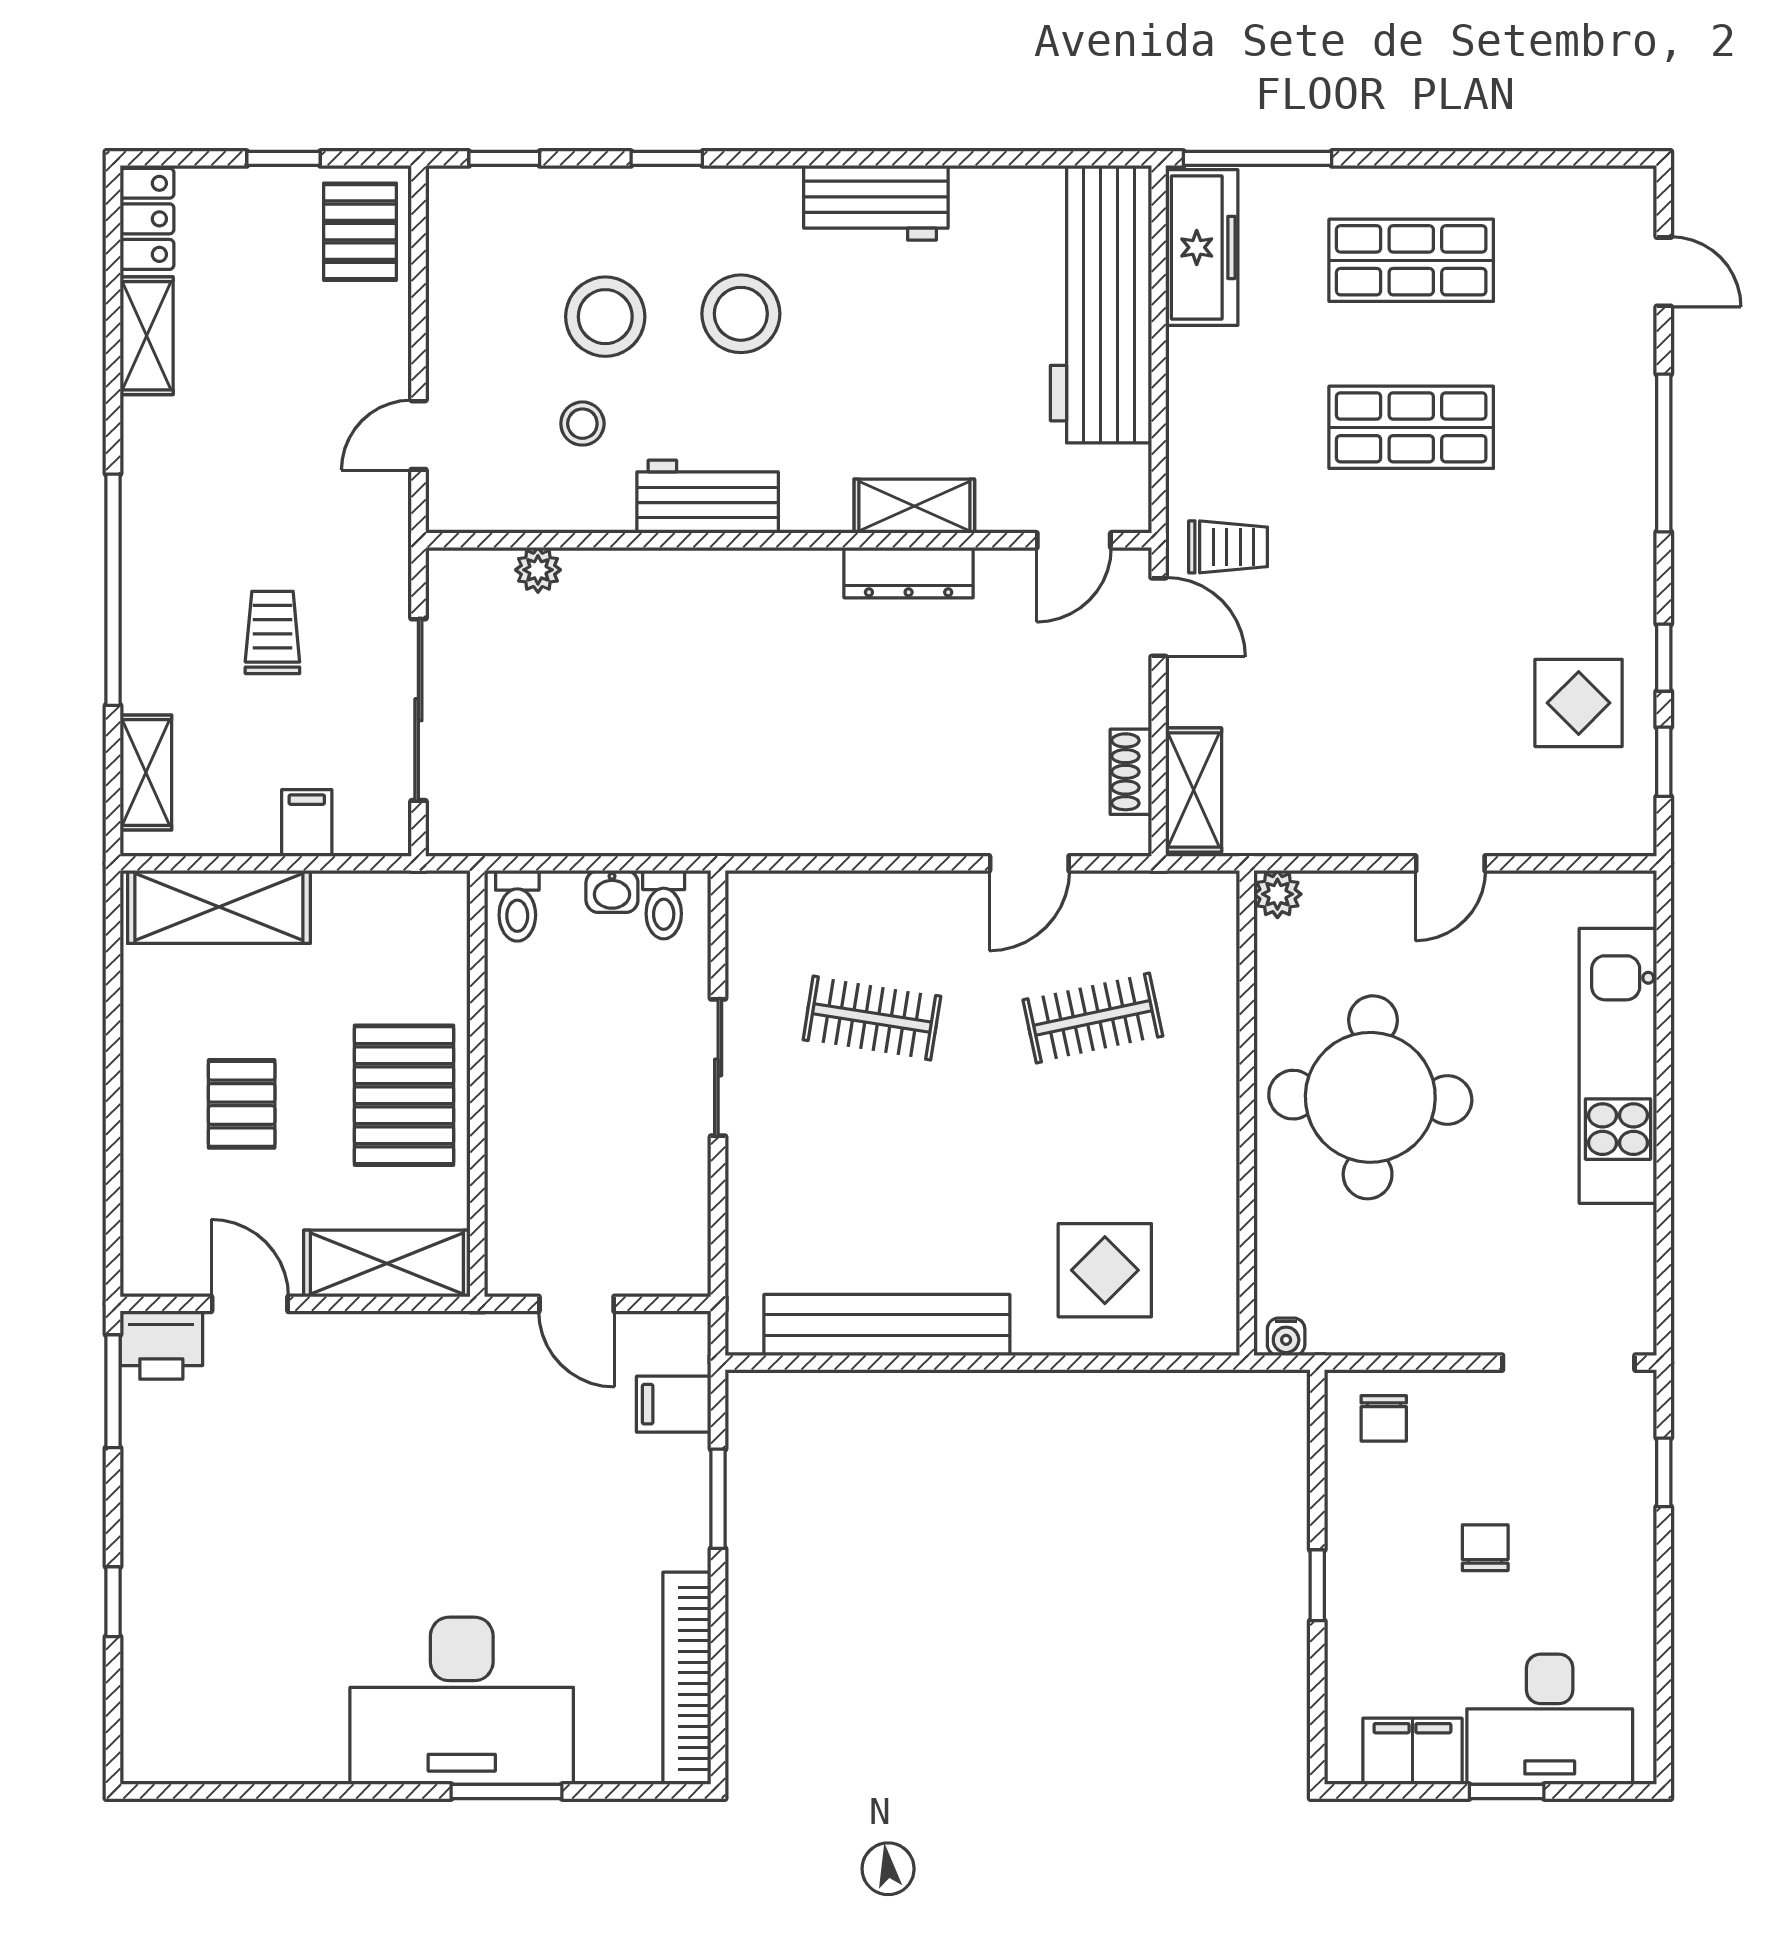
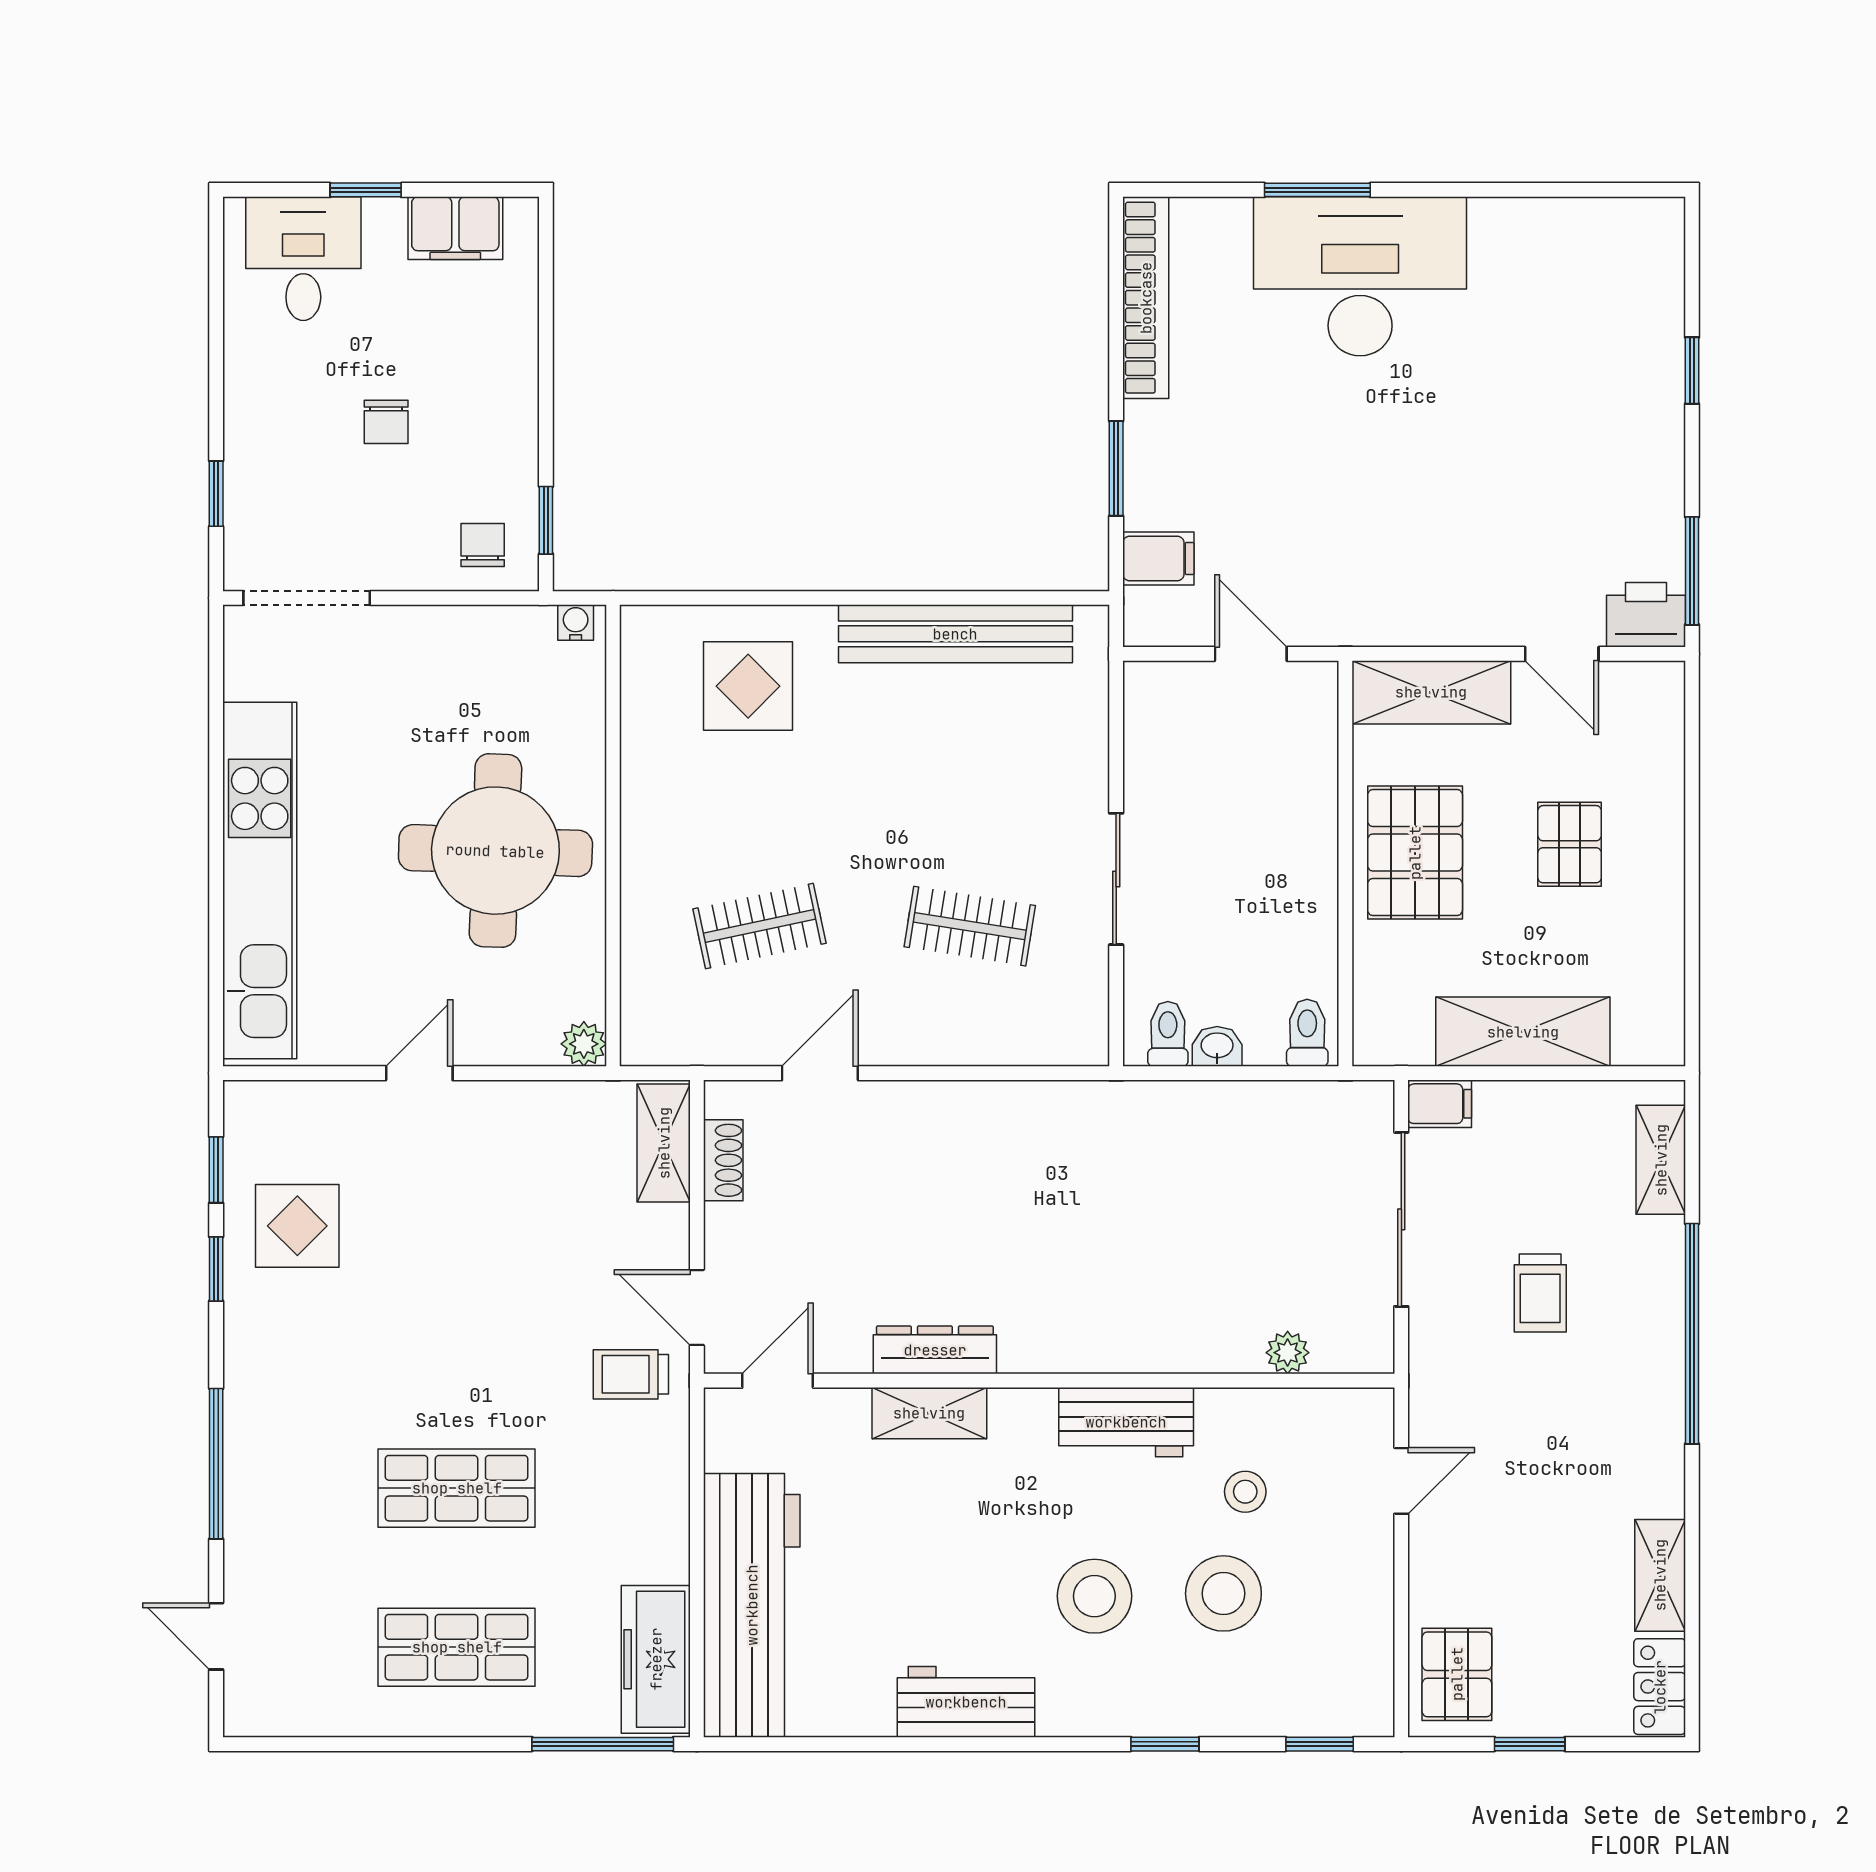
filing cabinet: (307, 823) -> (1440, 1104), moved, turned -90
shelving: (219, 907) -> (1523, 1032), moved
kitchen unit: (1618, 1066) -> (260, 881), width x1.36
window: (1317, 1585) -> (546, 520), moved
desk: (1550, 1719) -> (303, 259), width x0.73

